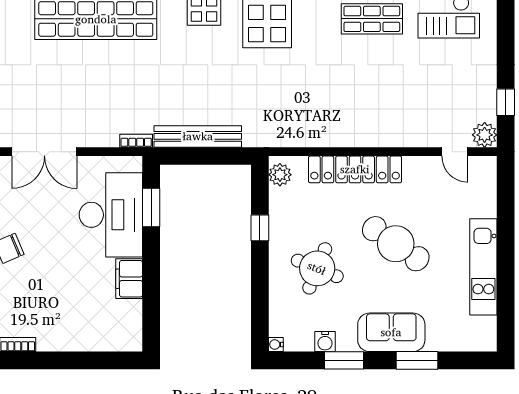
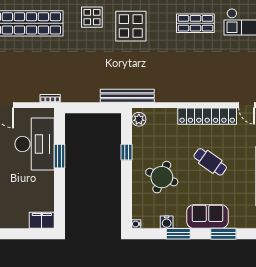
bench: (198, 136) -> (127, 96), moved
locker: (355, 169) -> (207, 116), moved
window: (151, 207) -> (59, 156), moved
cafe table: (396, 244) -> (210, 162), width x0.73, depth x0.74
filing cabinet: (129, 279) -> (42, 220), moved, turned 90

